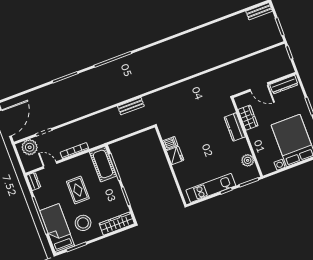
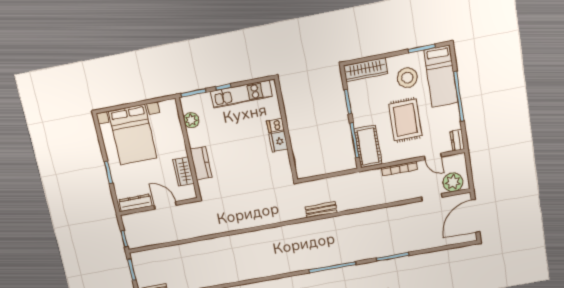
dishwasher: (170, 143) -> (275, 125), moved
rug: (78, 190) -> (405, 120), width x1.36, depth x1.43

